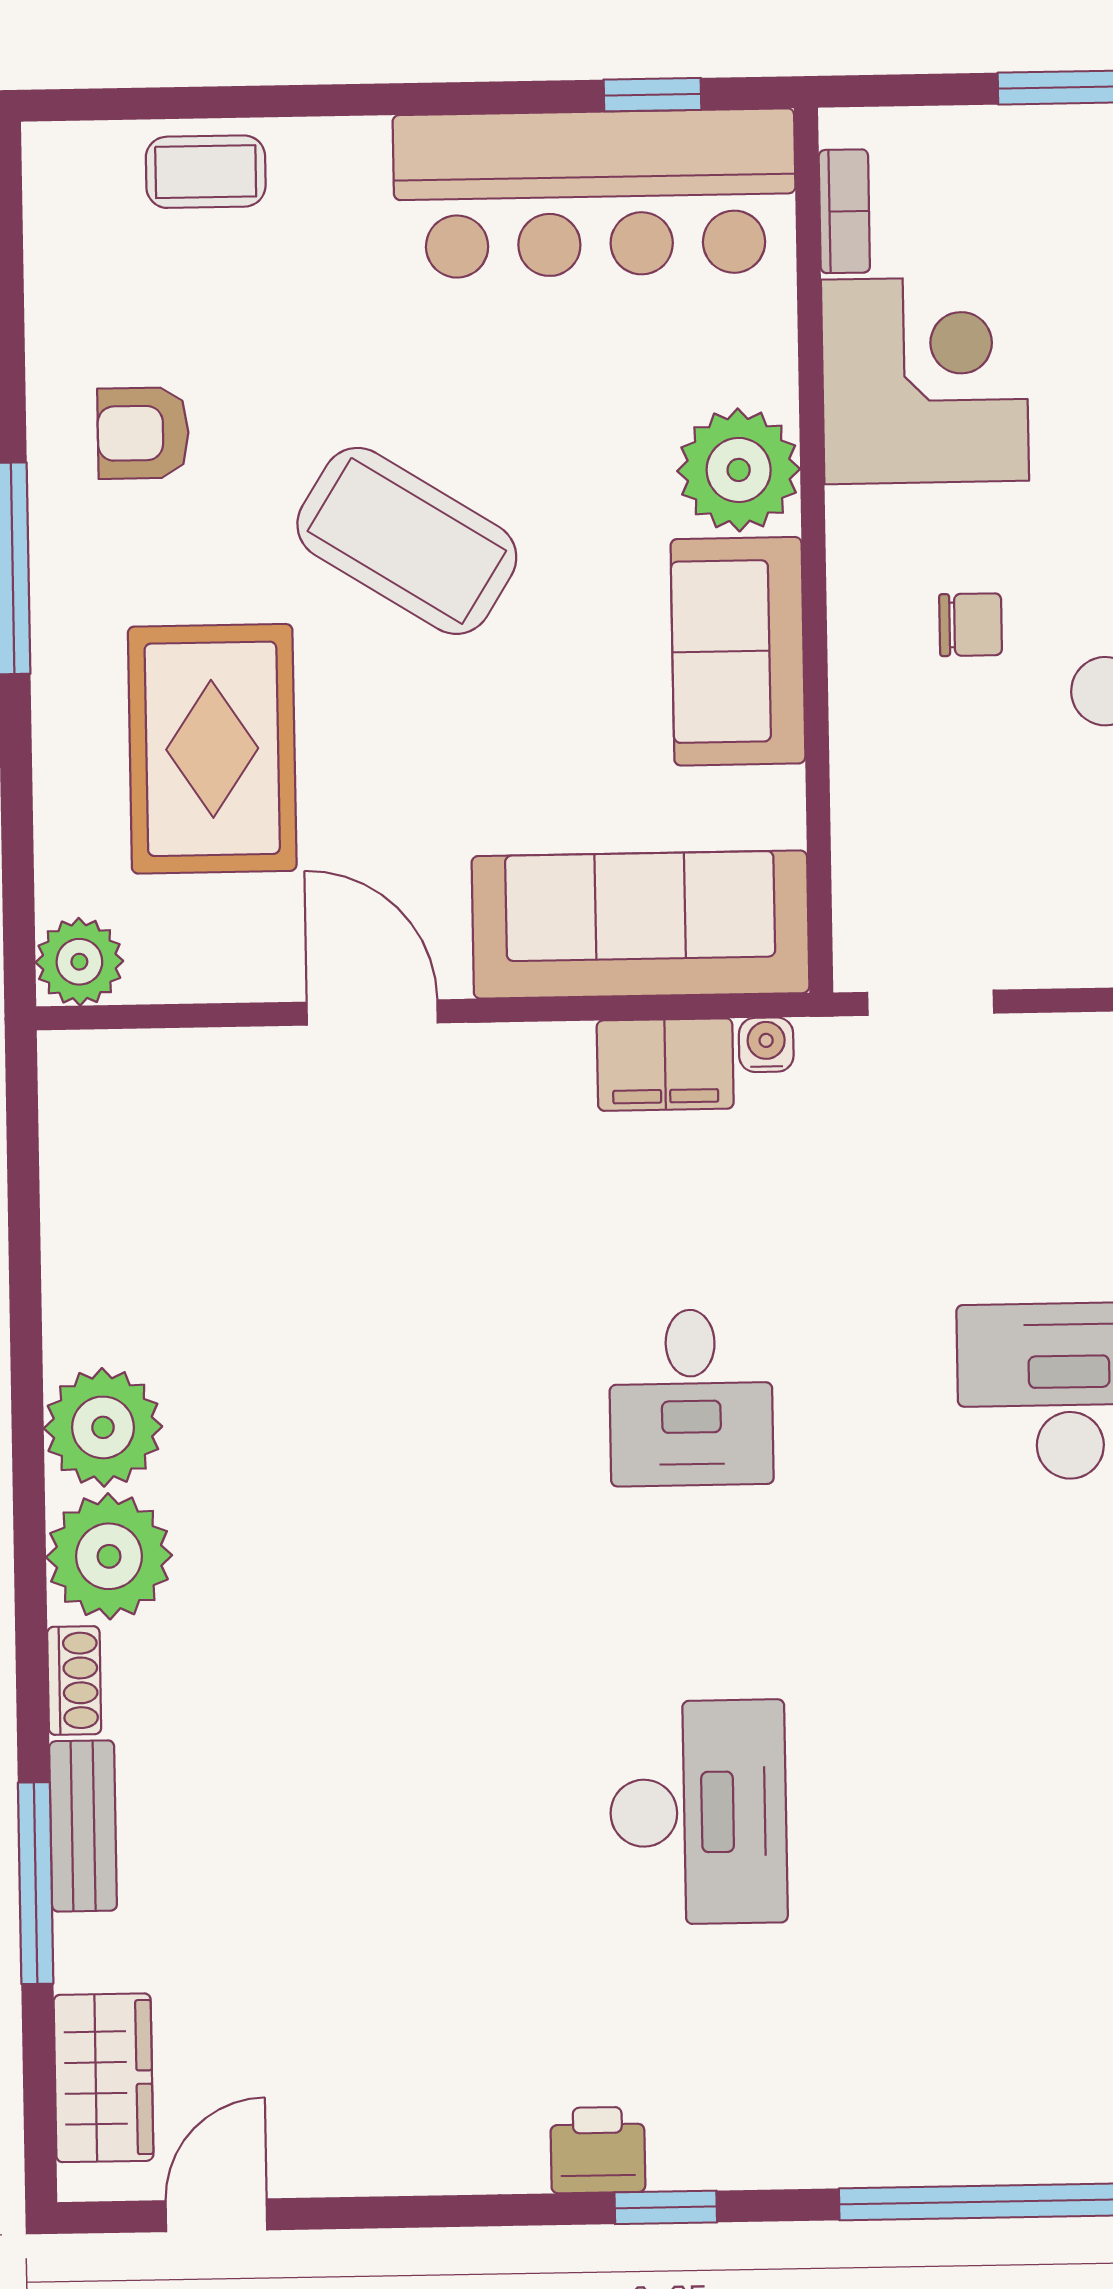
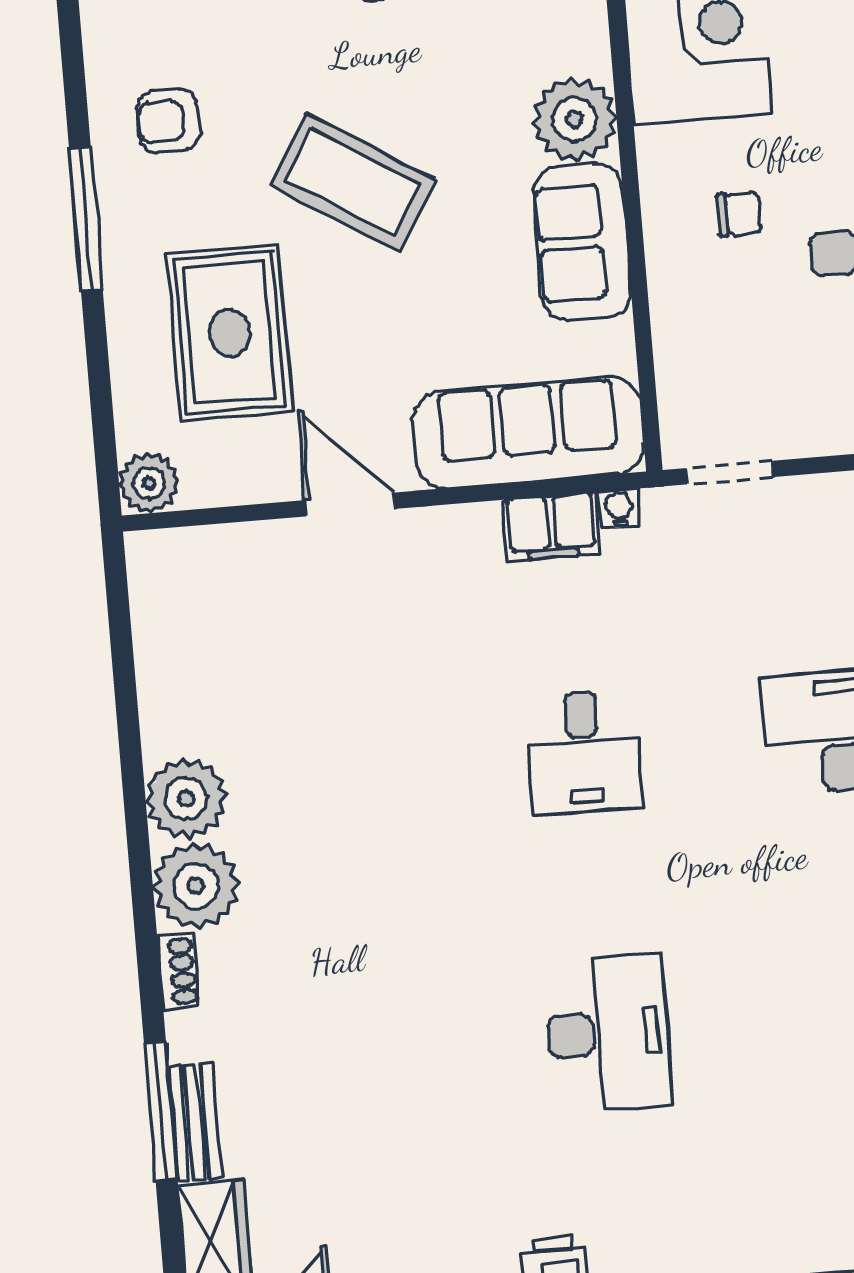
bench: (83, 1826) -> (195, 1122), moved

